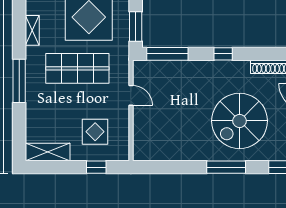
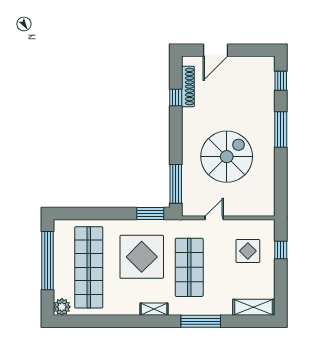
window: (223, 54) -> (176, 97), moved
spiral stairs: (240, 121) -> (227, 157), moved, turned -90
shelving: (48, 152) -> (253, 307), moved, turned 90

